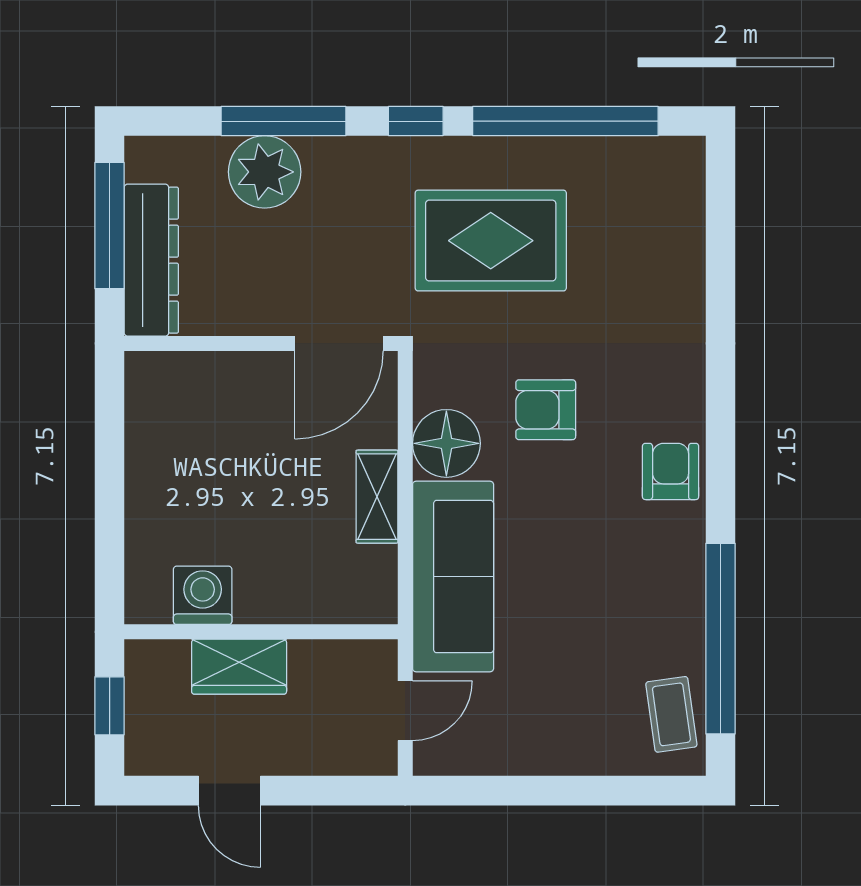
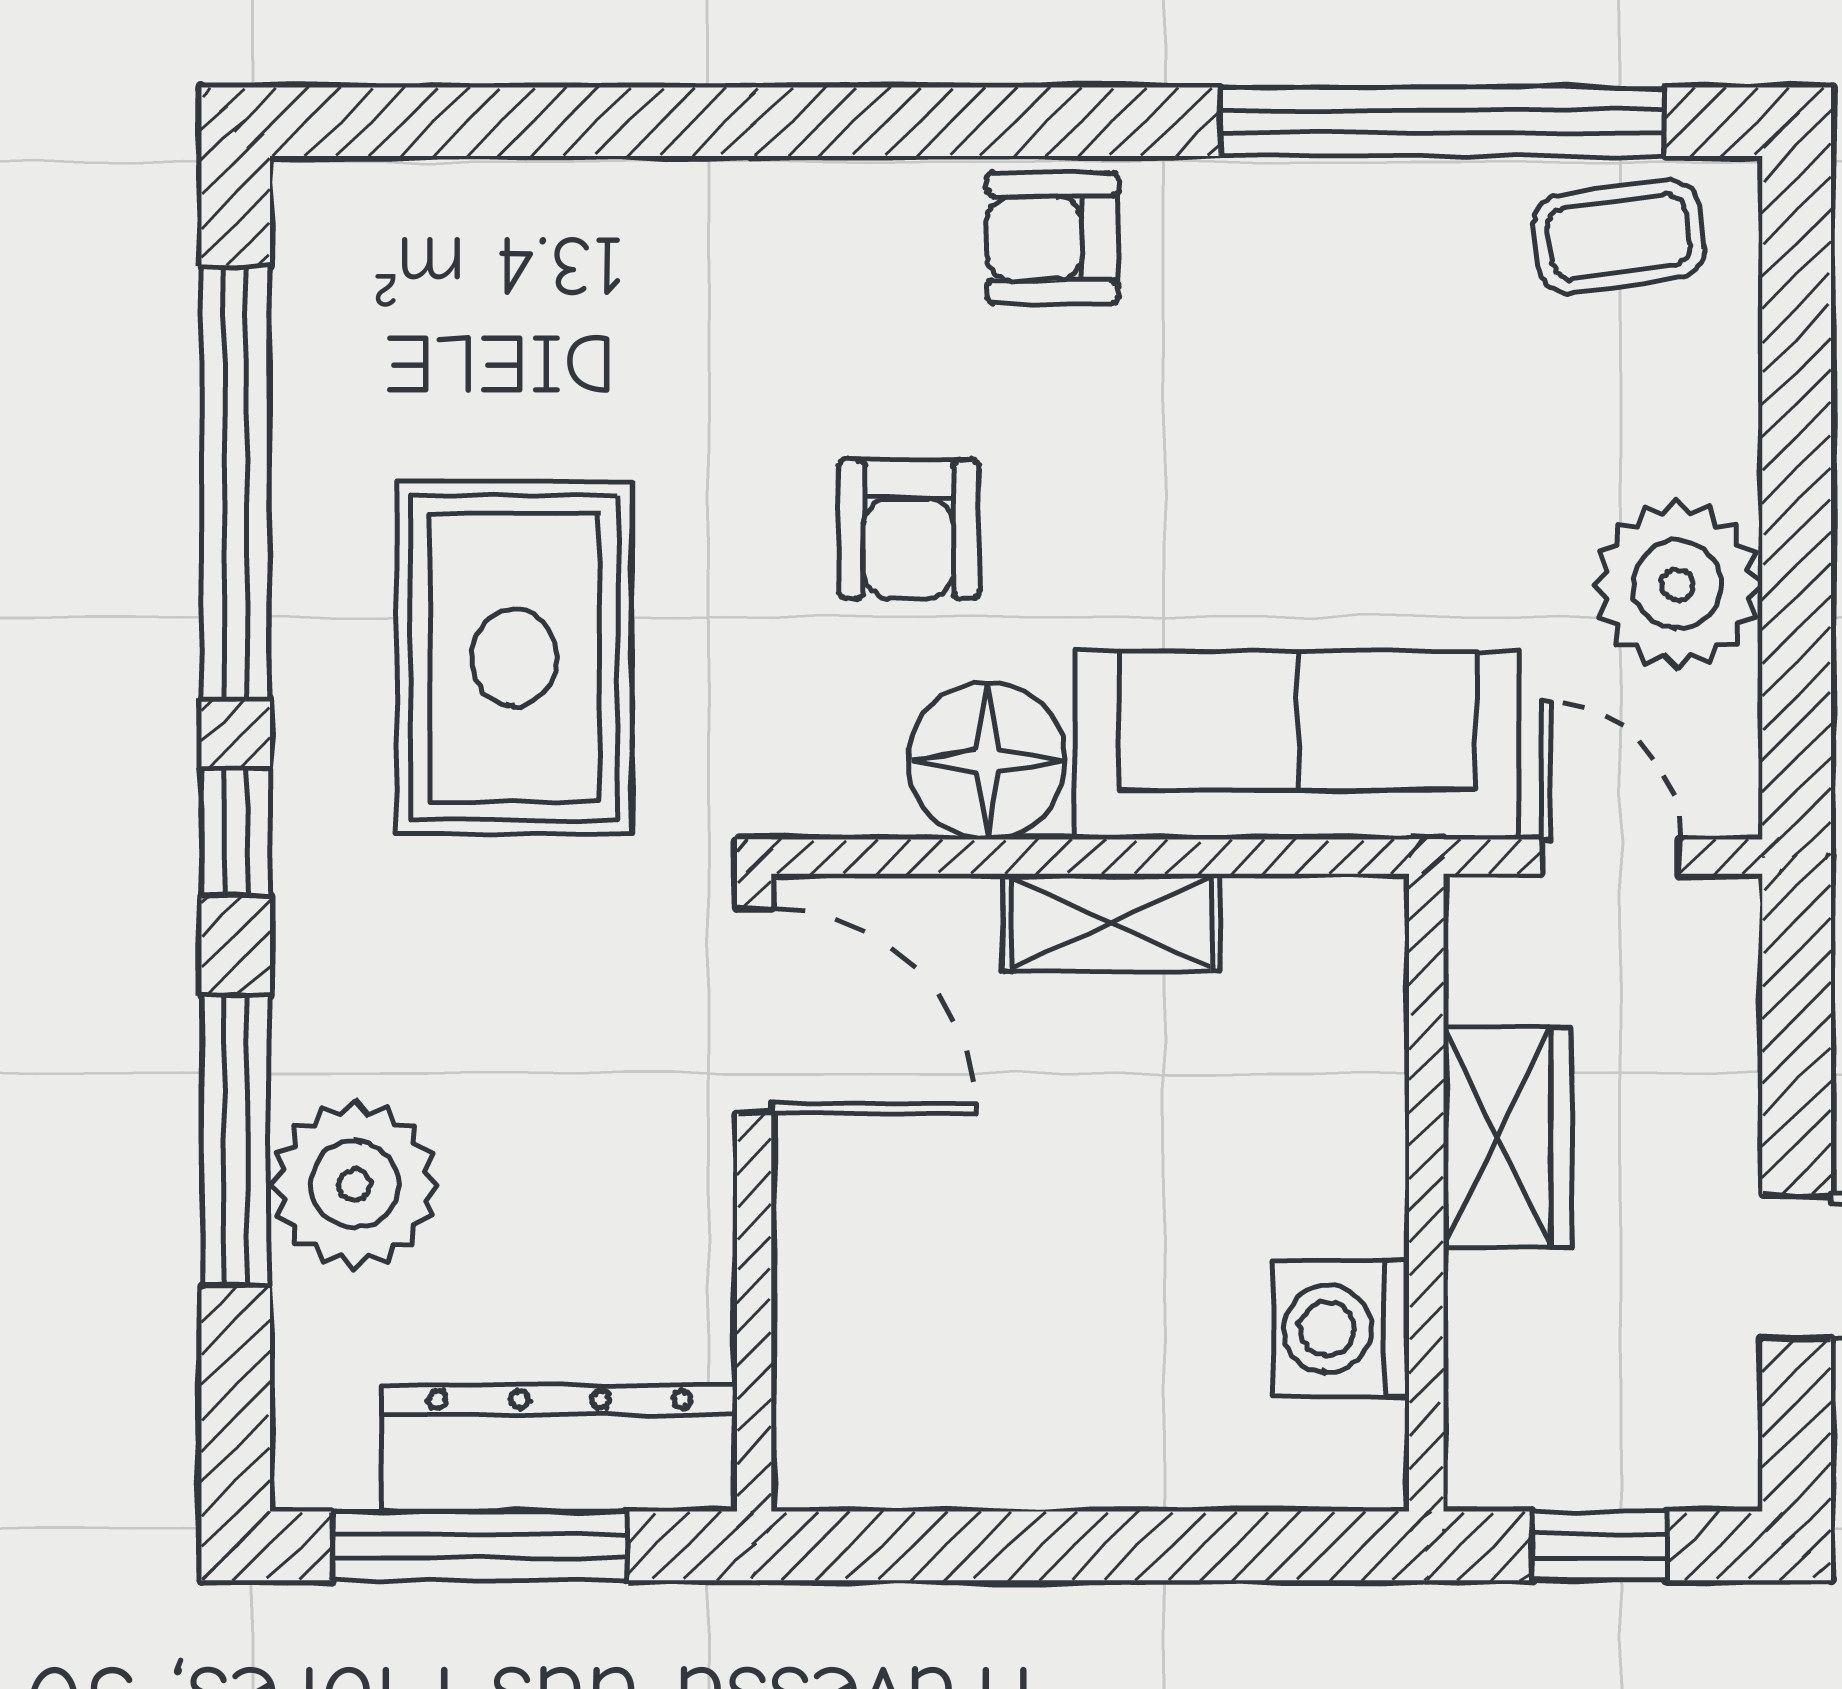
wardrobe: (239, 667) -> (1508, 1137), moved
plant: (522, 740) -> (1677, 585), added

